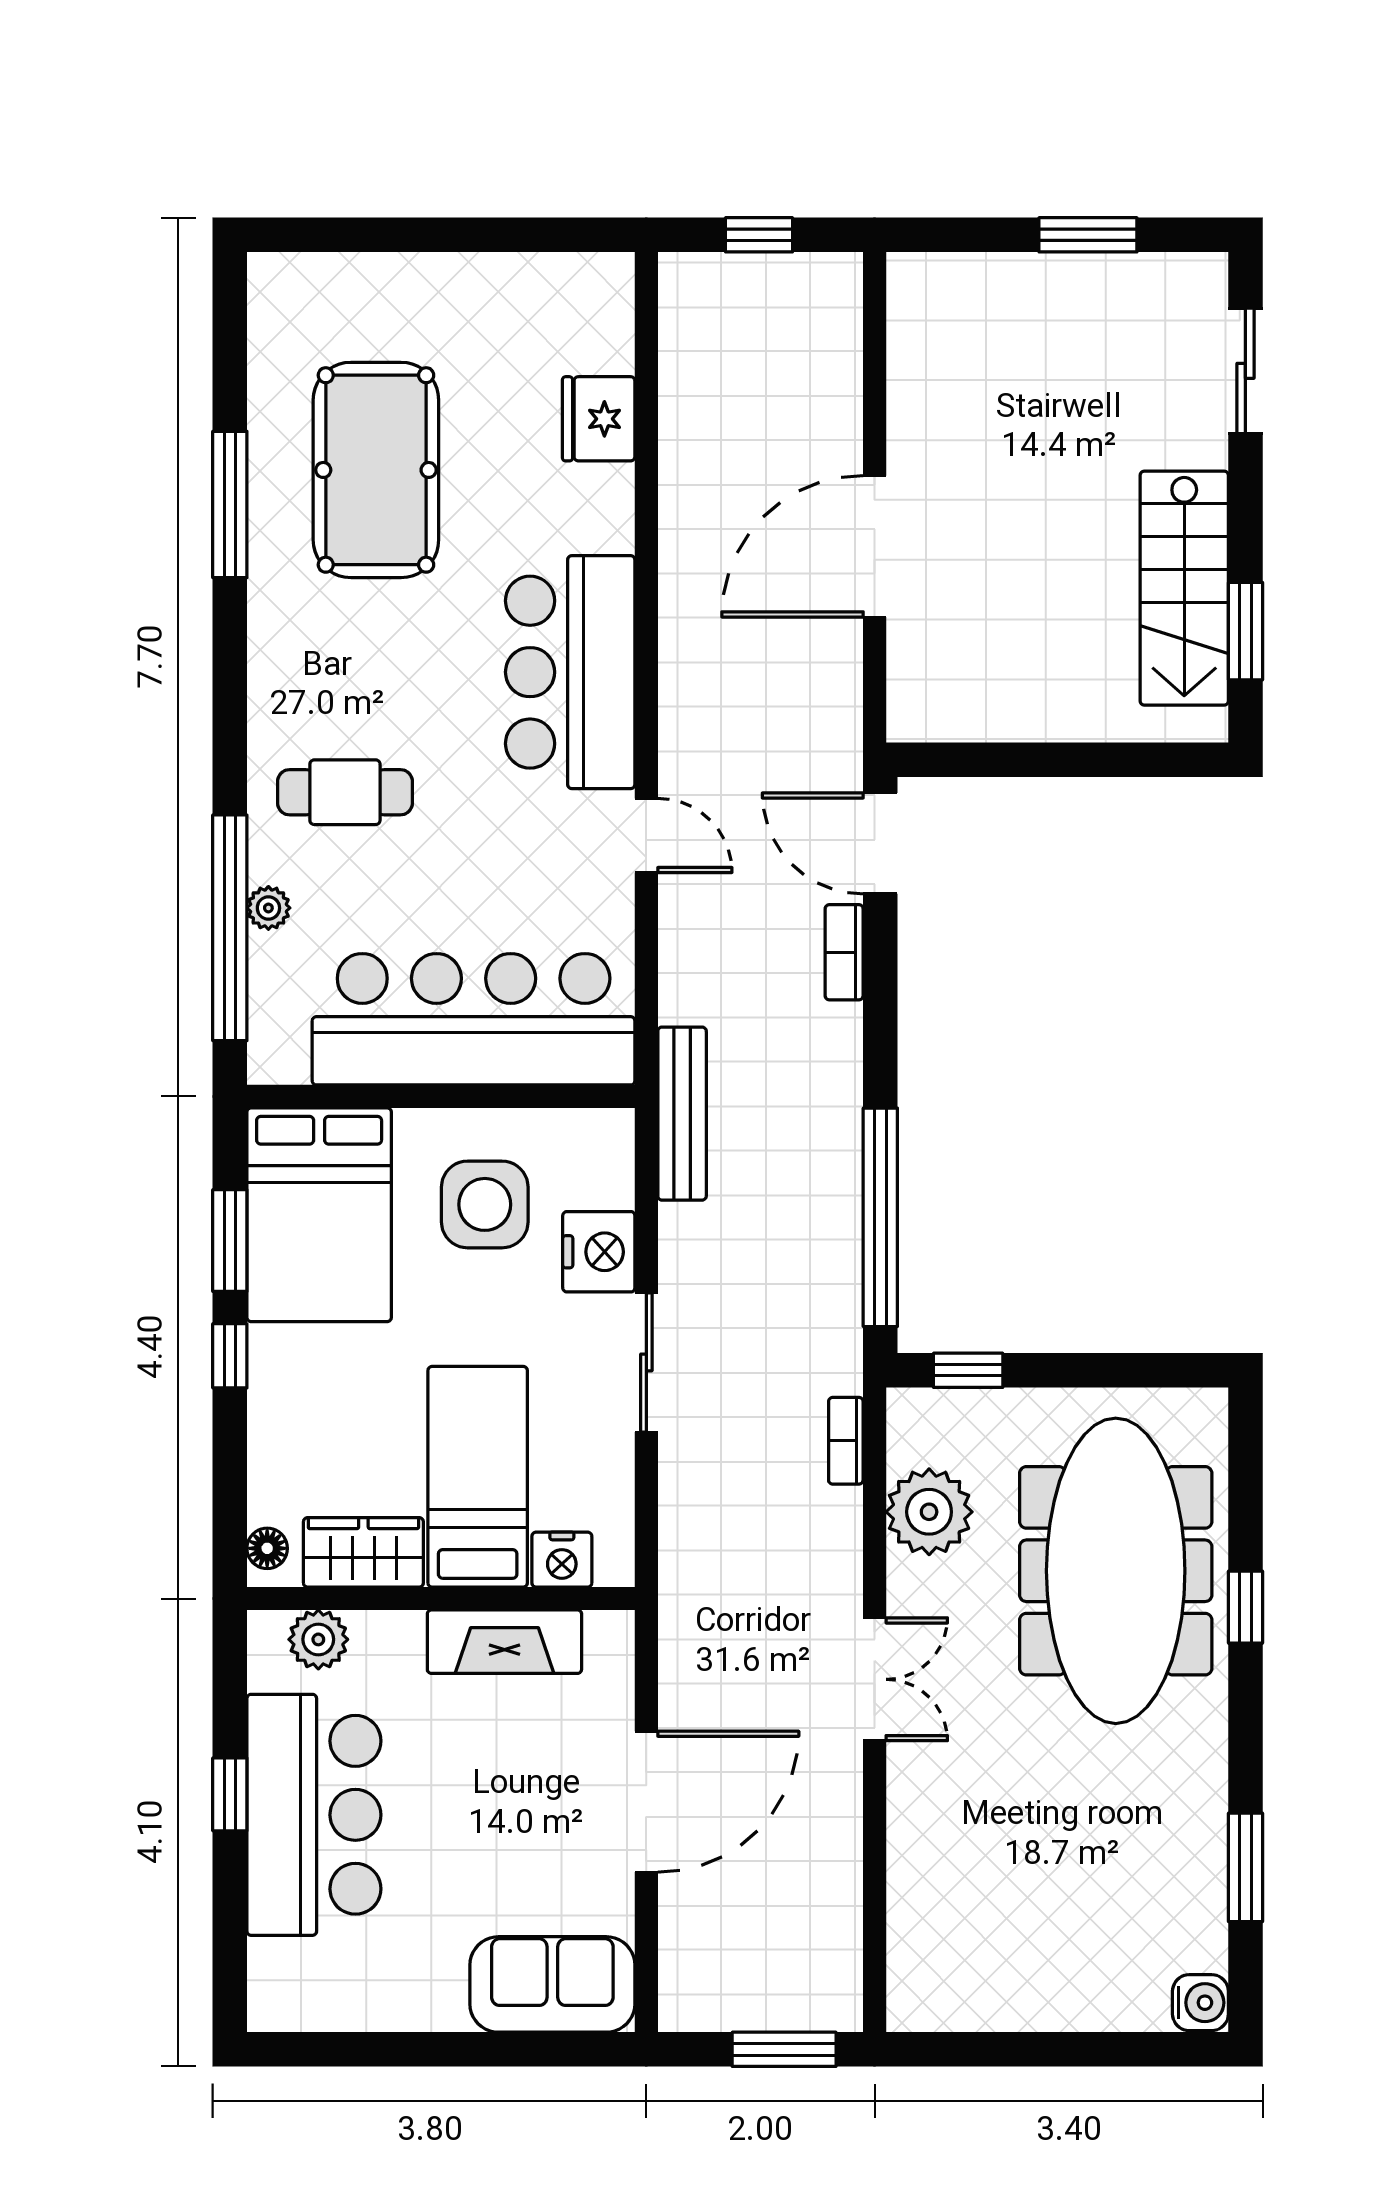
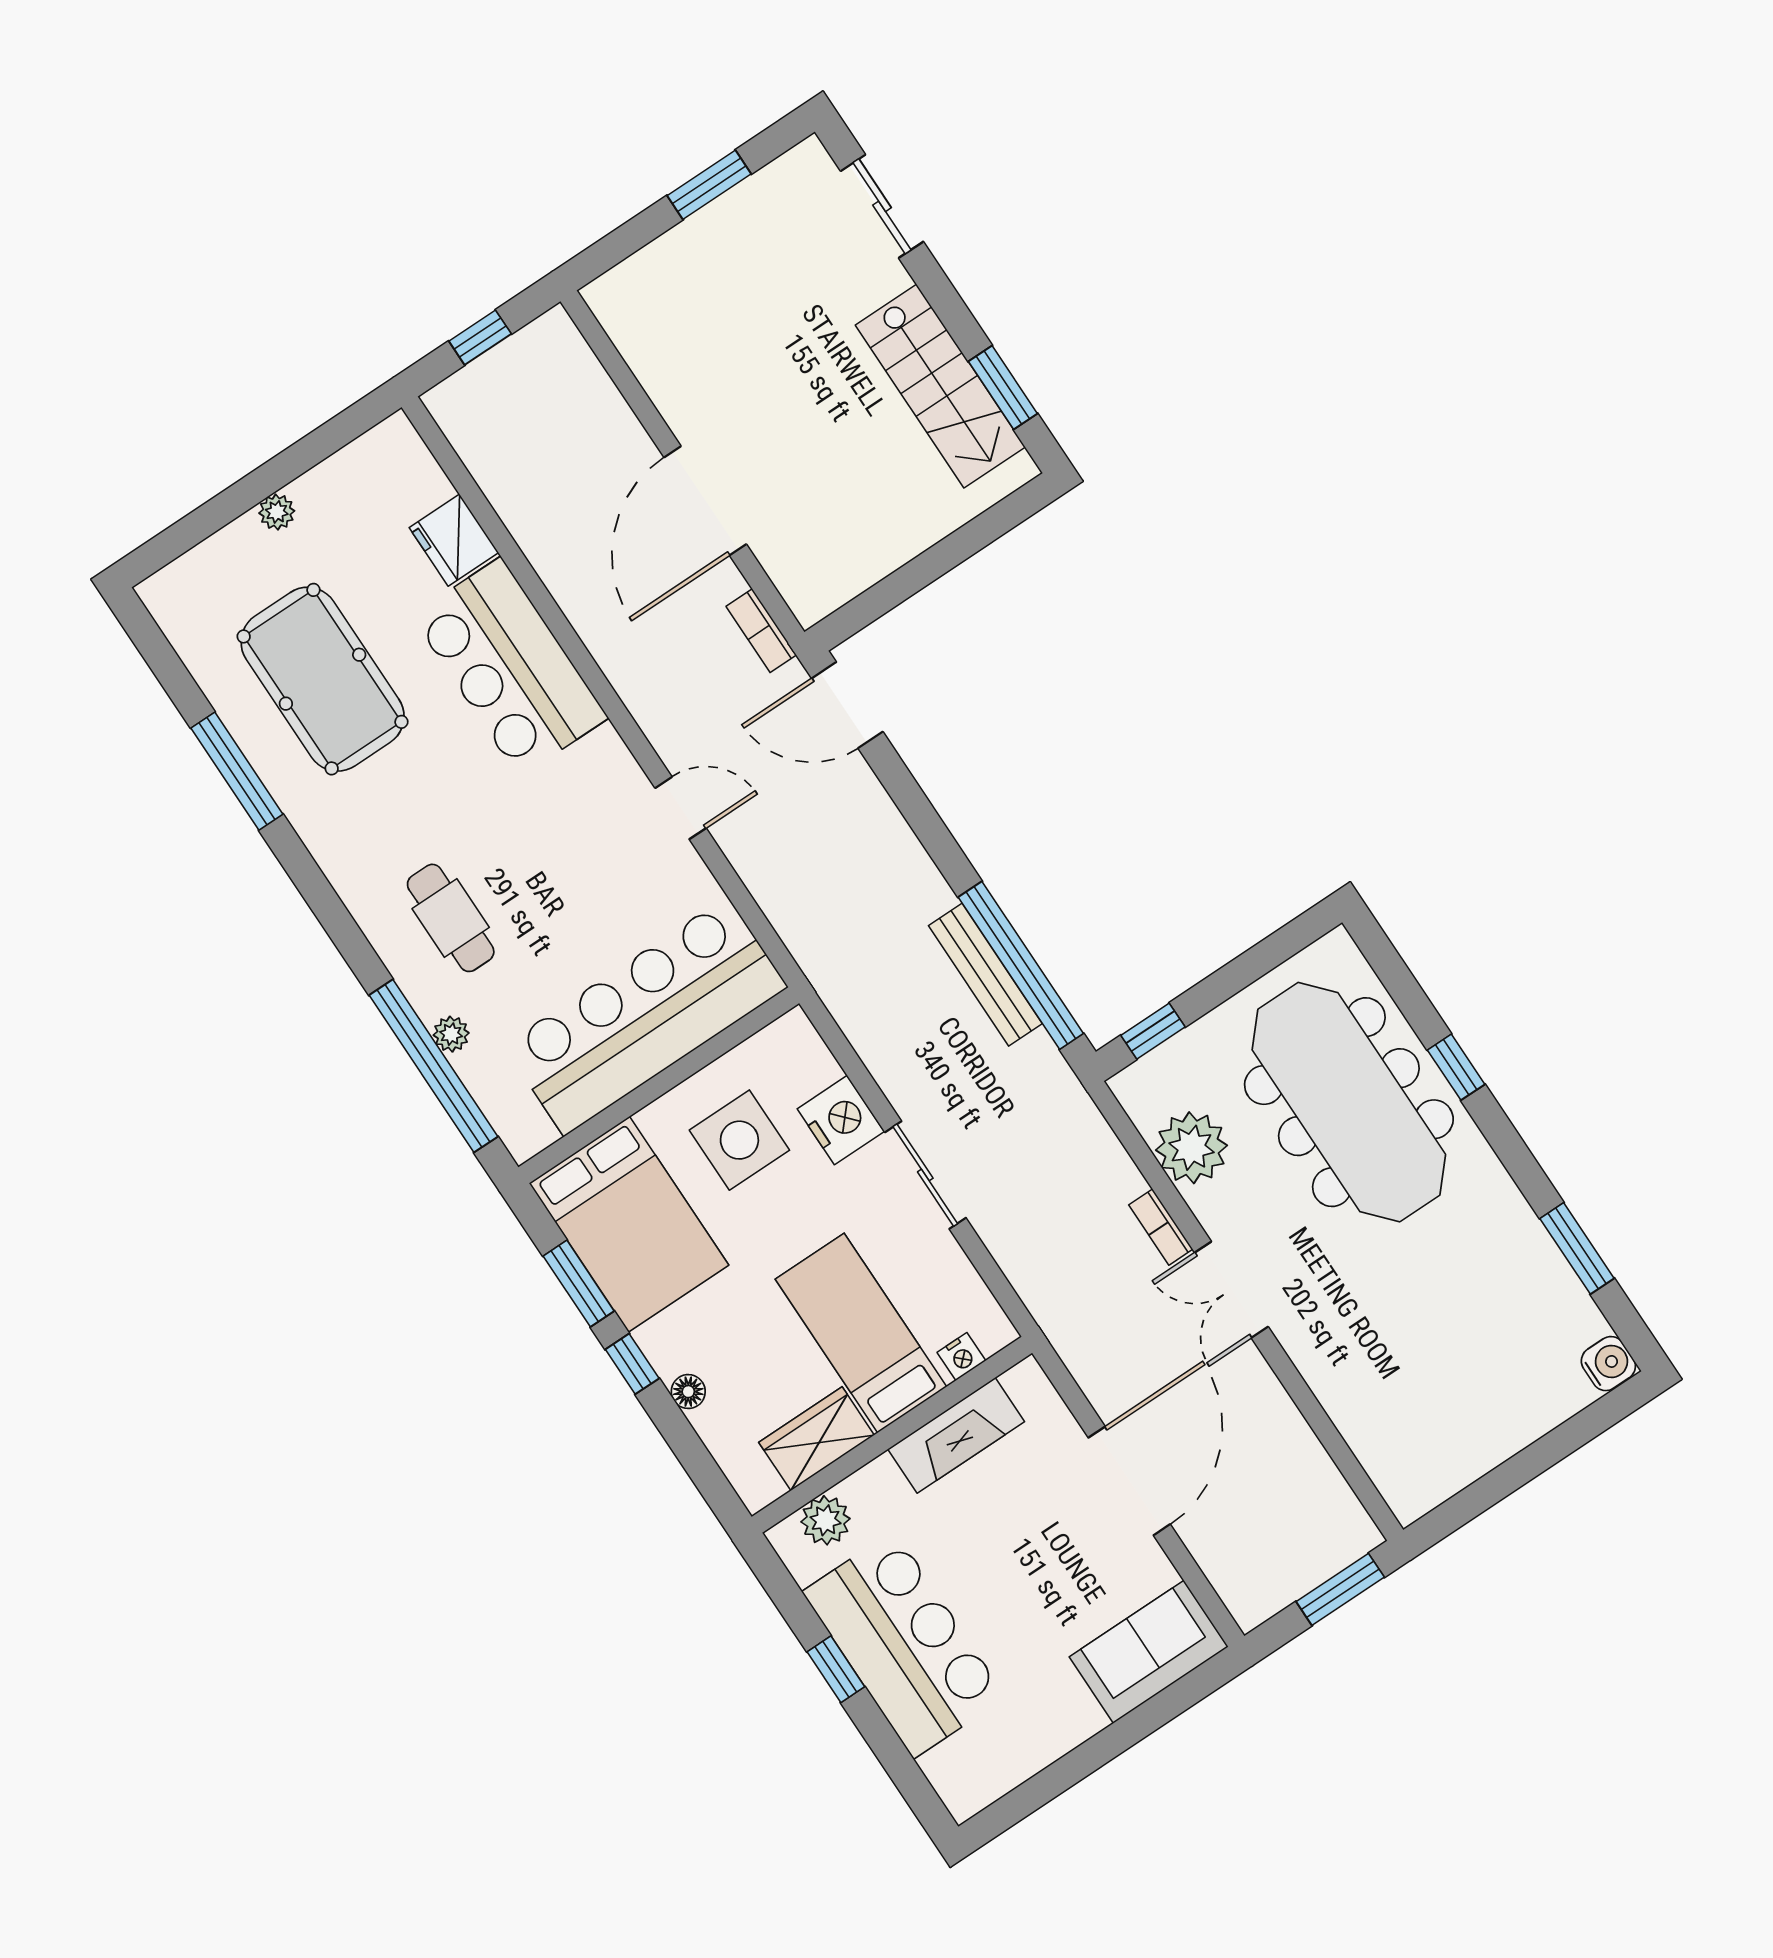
plant: (441, 273) -> (277, 512), added
bar counter: (570, 672) -> (510, 667), moved
cafe table: (345, 792) -> (451, 918), turned 90
bookcase: (844, 952) -> (761, 631), moved
bench: (682, 1114) -> (985, 975), moved
bookcase: (846, 1441) -> (1161, 1227), moved
floor lamp: (267, 1548) -> (688, 1392), moved
nightstand: (562, 1560) -> (961, 1357), width x0.72, depth x0.74
double door: (875, 1679) -> (1231, 1290), swing flipped

